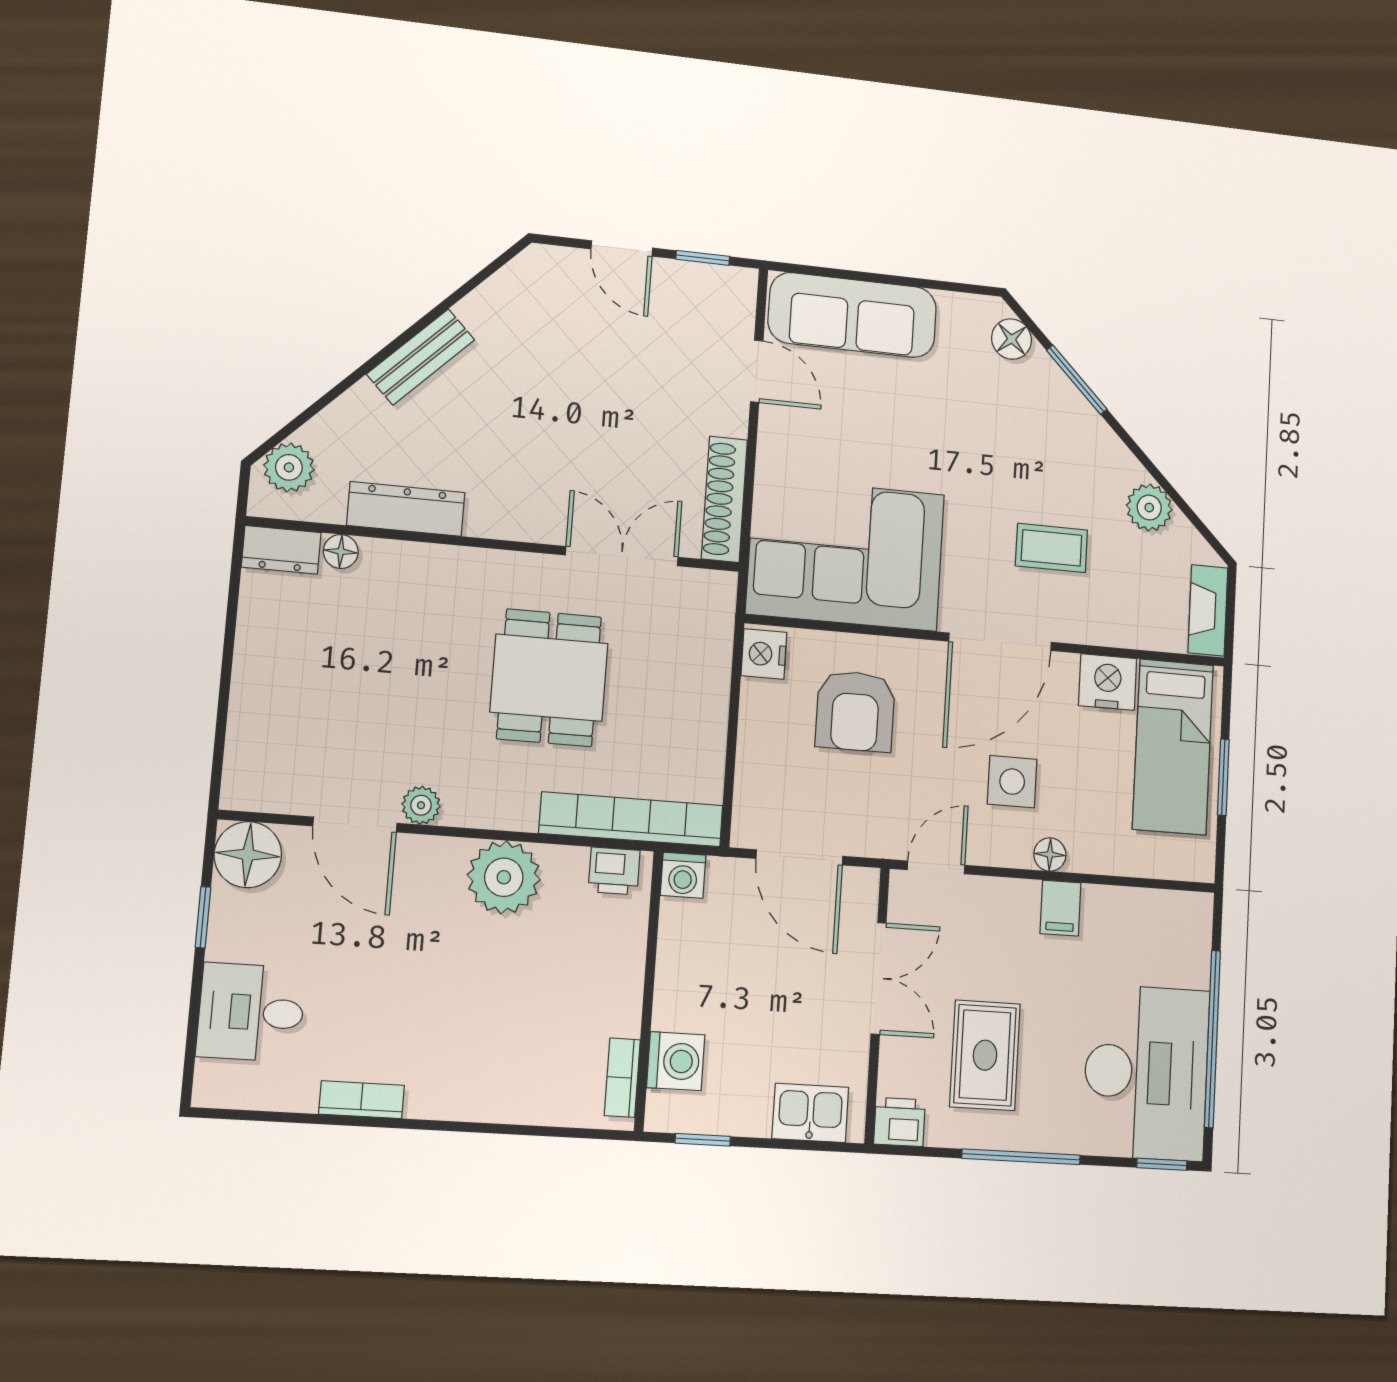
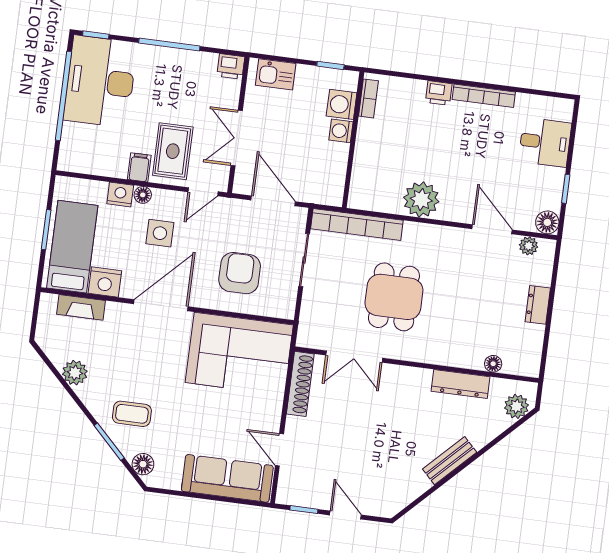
coffee table: (1051, 548) -> (132, 414), moved
dresser: (281, 550) -> (538, 305), moved, turned -90
fireplace: (1208, 610) -> (81, 307), moved, turned 90
nightstand: (764, 654) -> (120, 195), moved, turned -90
sliding door: (732, 743) -> (304, 260), added
plant: (421, 805) -> (529, 246), moved
floor lamp: (248, 855) -> (547, 222), width x0.73, depth x0.73
printer: (614, 871) -> (439, 93), moved, turned 180
washing machine: (683, 875) -> (341, 131), moved, turned -90
rug: (985, 1055) -> (173, 151), moved
bookcase: (361, 1100) -> (484, 96), width x1.56

